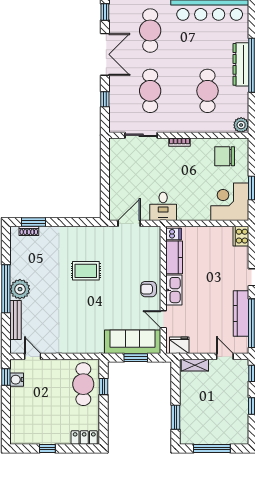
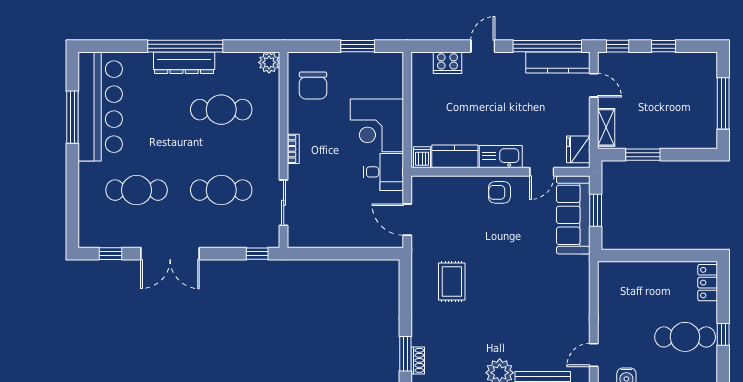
double door: (105, 54) -> (170, 254), swing flipped
window: (105, 99) -> (257, 254), moved
corner desk: (230, 202) -> (377, 125), moved
cooker: (241, 236) -> (447, 63), moved
rug: (86, 271) -> (452, 281), moved
armchair: (149, 289) -> (499, 192), turned 90
kitchen counter: (241, 314) -> (558, 63), moved
door: (225, 356) -> (594, 85), swing flipped
cafe table: (83, 384) -> (685, 337), moved
window: (104, 386) -> (636, 255), removed
window: (175, 417) -> (643, 155), moved

